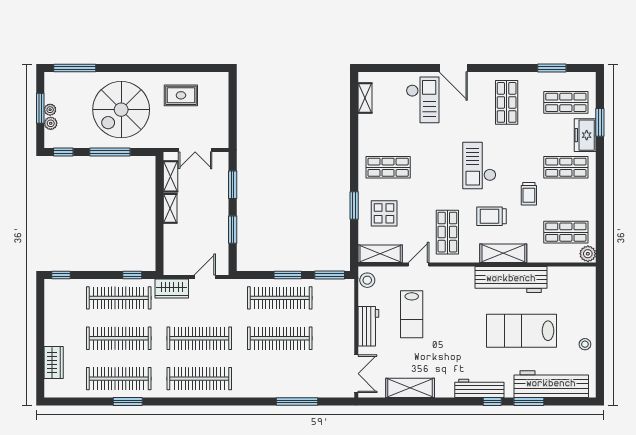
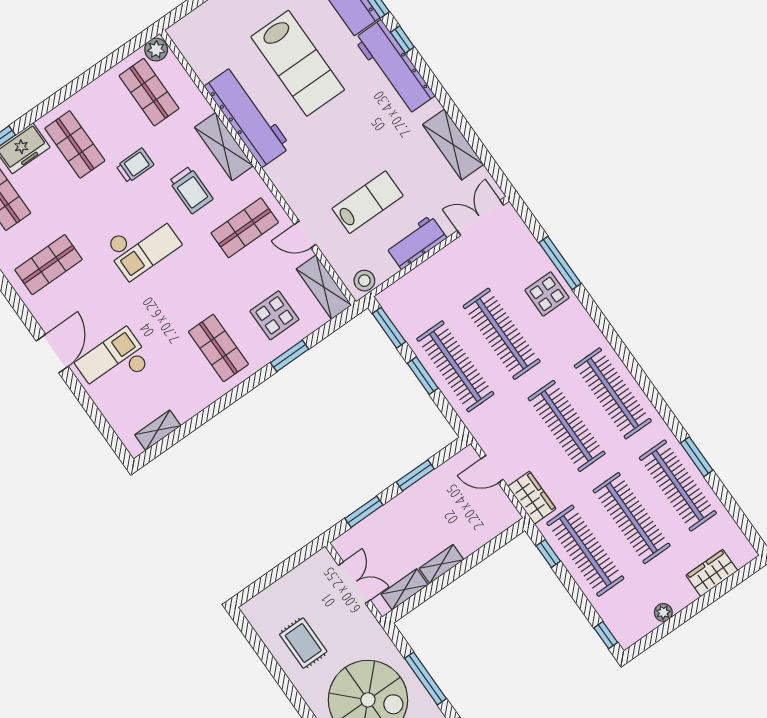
plant: (51, 318) -> (663, 612), added
display table: (284, 381) -> (547, 294), added
workbench: (479, 388) -> (394, 67), width x1.36, depth x1.32

